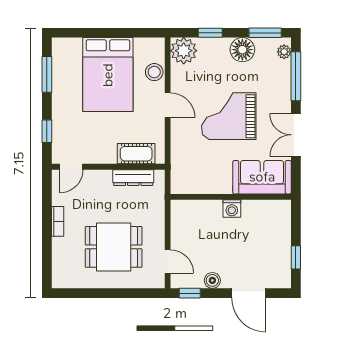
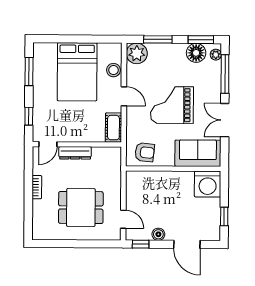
window: (210, 33) -> (158, 39), width x1.50
floor lamp: (242, 50) -> (196, 53), moved
cot: (136, 154) -> (113, 128), moved, turned 90
armchair: (194, 176) -> (145, 152), added
dresser: (133, 178) -> (75, 153), moved
washing machine: (232, 208) -> (208, 184), moved, width x1.89, depth x1.89

